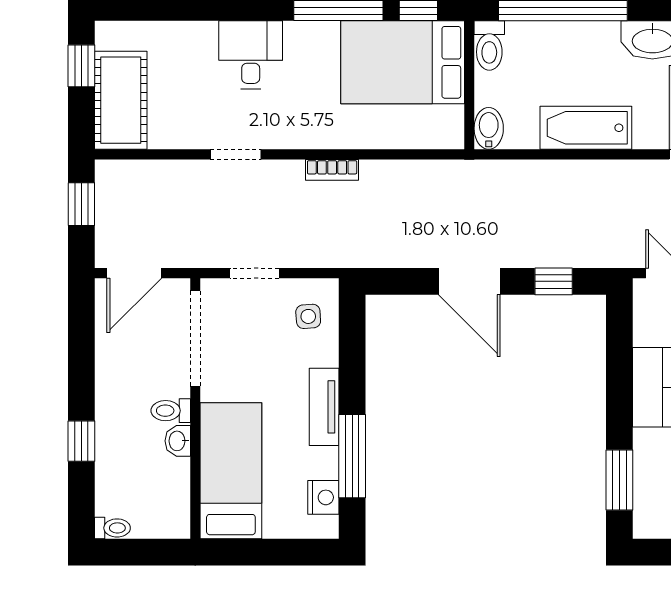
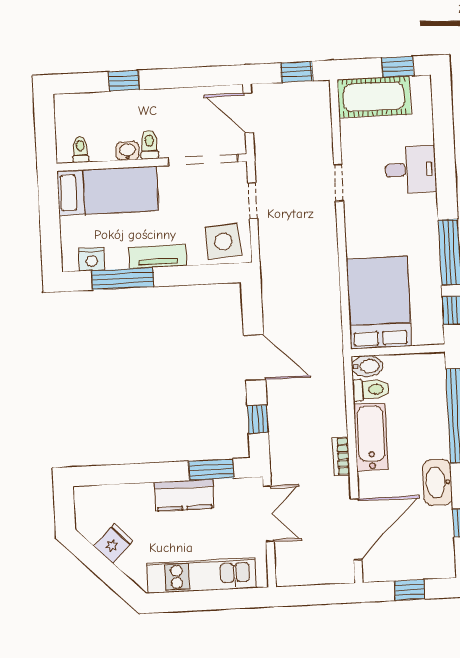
toilet: (489, 45) -> (371, 390), moved, turned 180
desk: (251, 55) -> (411, 170), moved
bed: (403, 62) -> (379, 303), moved
bookcase: (332, 170) -> (341, 456), moved
door: (469, 281) -> (255, 358), swing flipped
side table: (308, 316) -> (223, 241), width x1.87, depth x1.87
window: (619, 480) -> (211, 470), moved
toilet: (112, 528) -> (80, 149), moved, turned 180

